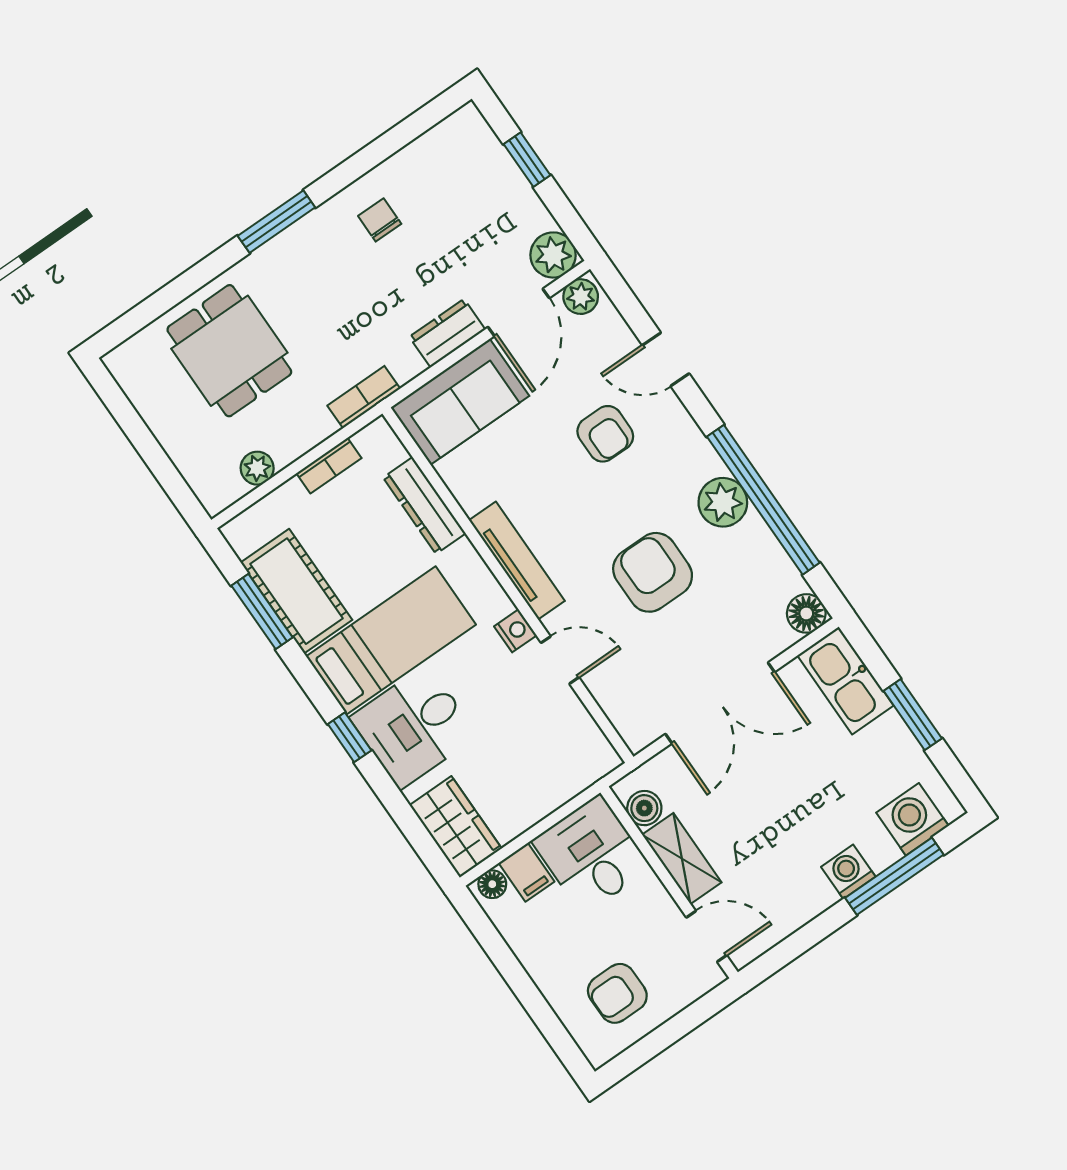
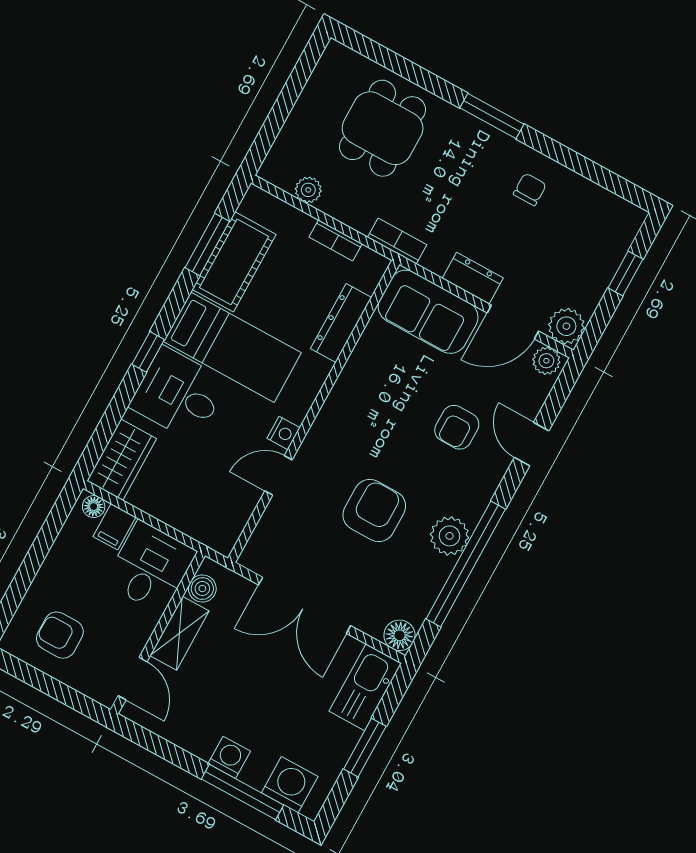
tv unit: (517, 561) -> (334, 409), removed
door: (560, 660) -> (278, 475), swing flipped

